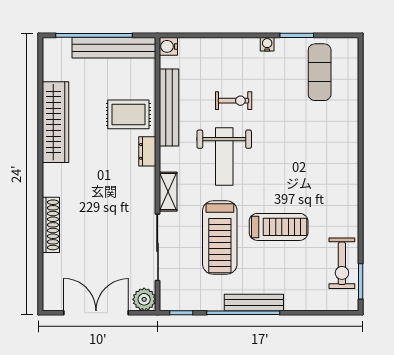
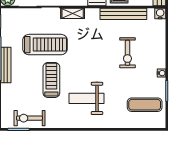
exercise bike: (234, 101) -> (127, 53), width x1.38, depth x1.39
weight bench: (224, 157) -> (87, 98), moved
treadmill: (279, 227) -> (51, 80), turned 180
treadmill: (220, 237) -> (45, 45), turned 180

